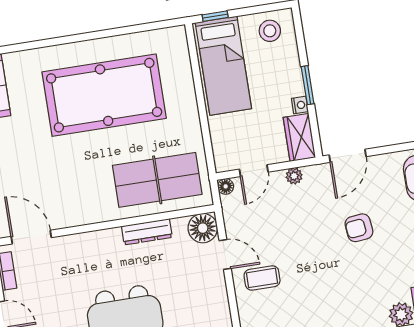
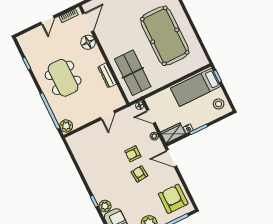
floor lamp: (203, 228) -> (88, 42), moved
armchair: (316, 228) -> (133, 154), added
coffee table: (262, 278) -> (102, 136), removed

